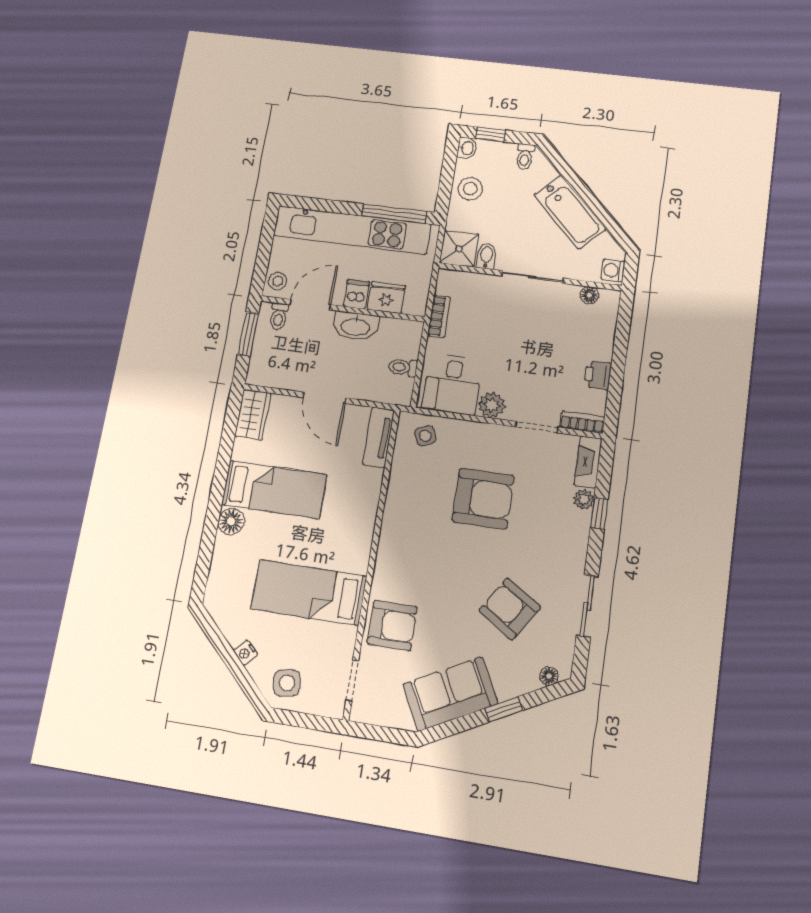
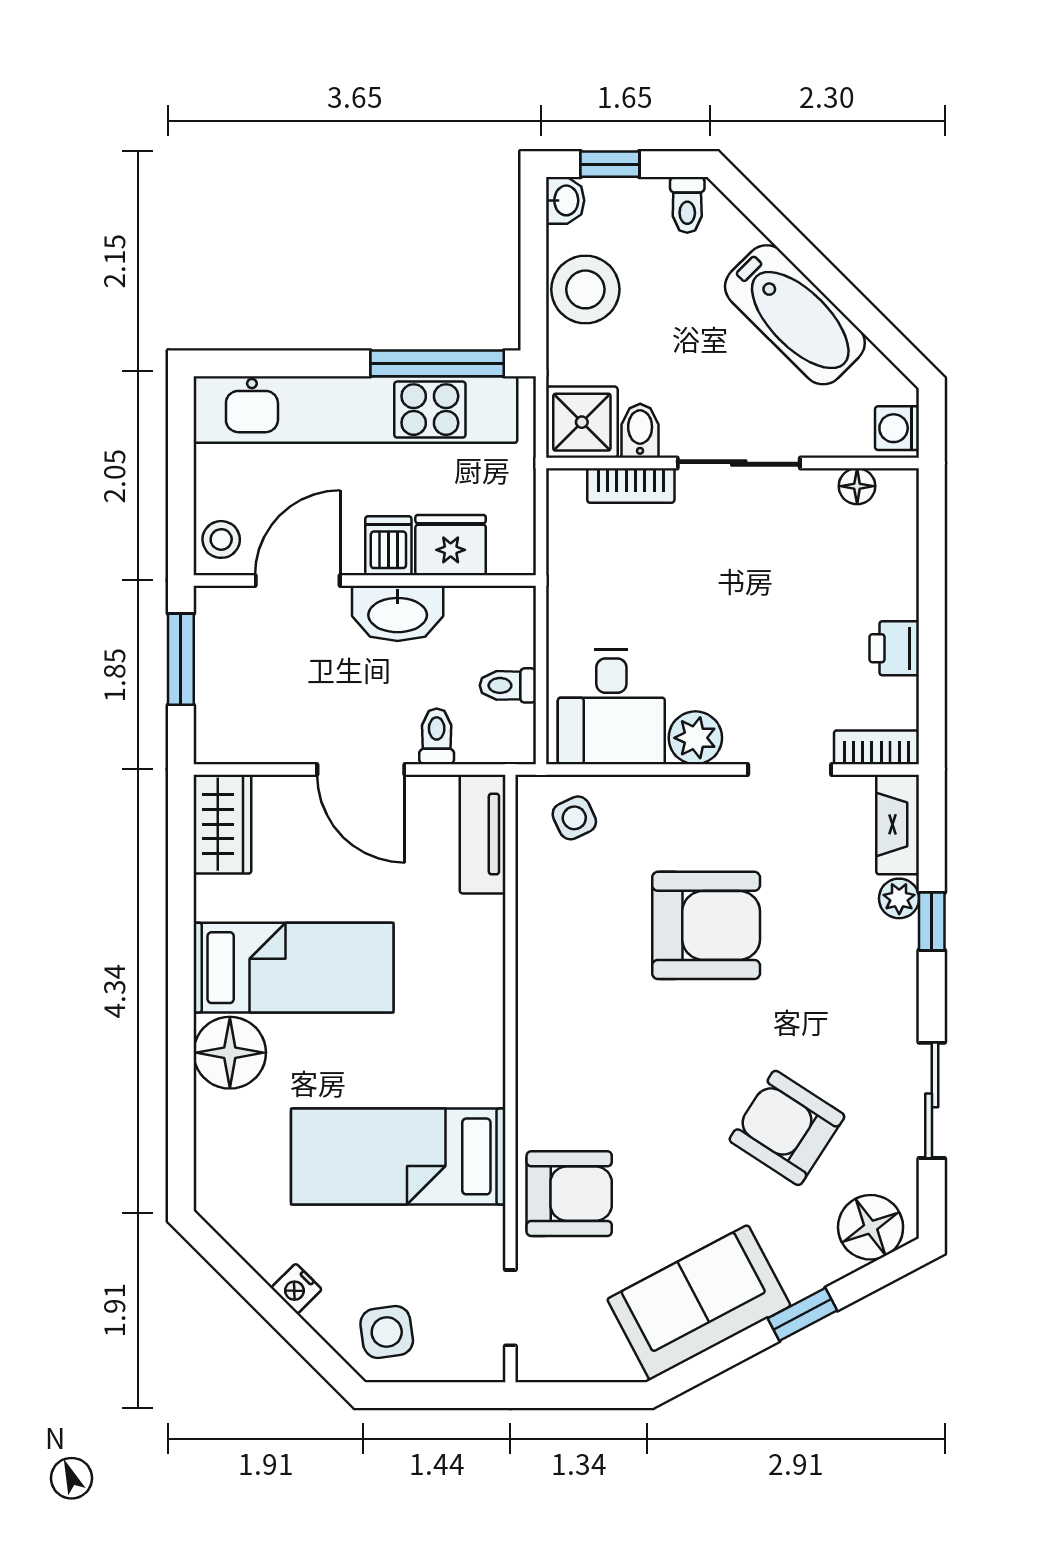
stool: (470, 189) -> (585, 289), width x1.38, depth x1.38
toilet: (279, 316) -> (437, 736), moved, turned 180
bookcase: (439, 316) -> (631, 485), moved, turned 90
floor lamp: (231, 521) -> (230, 1053), width x1.38, depth x1.38
floor lamp: (549, 676) -> (871, 1227), width x1.89, depth x1.89

